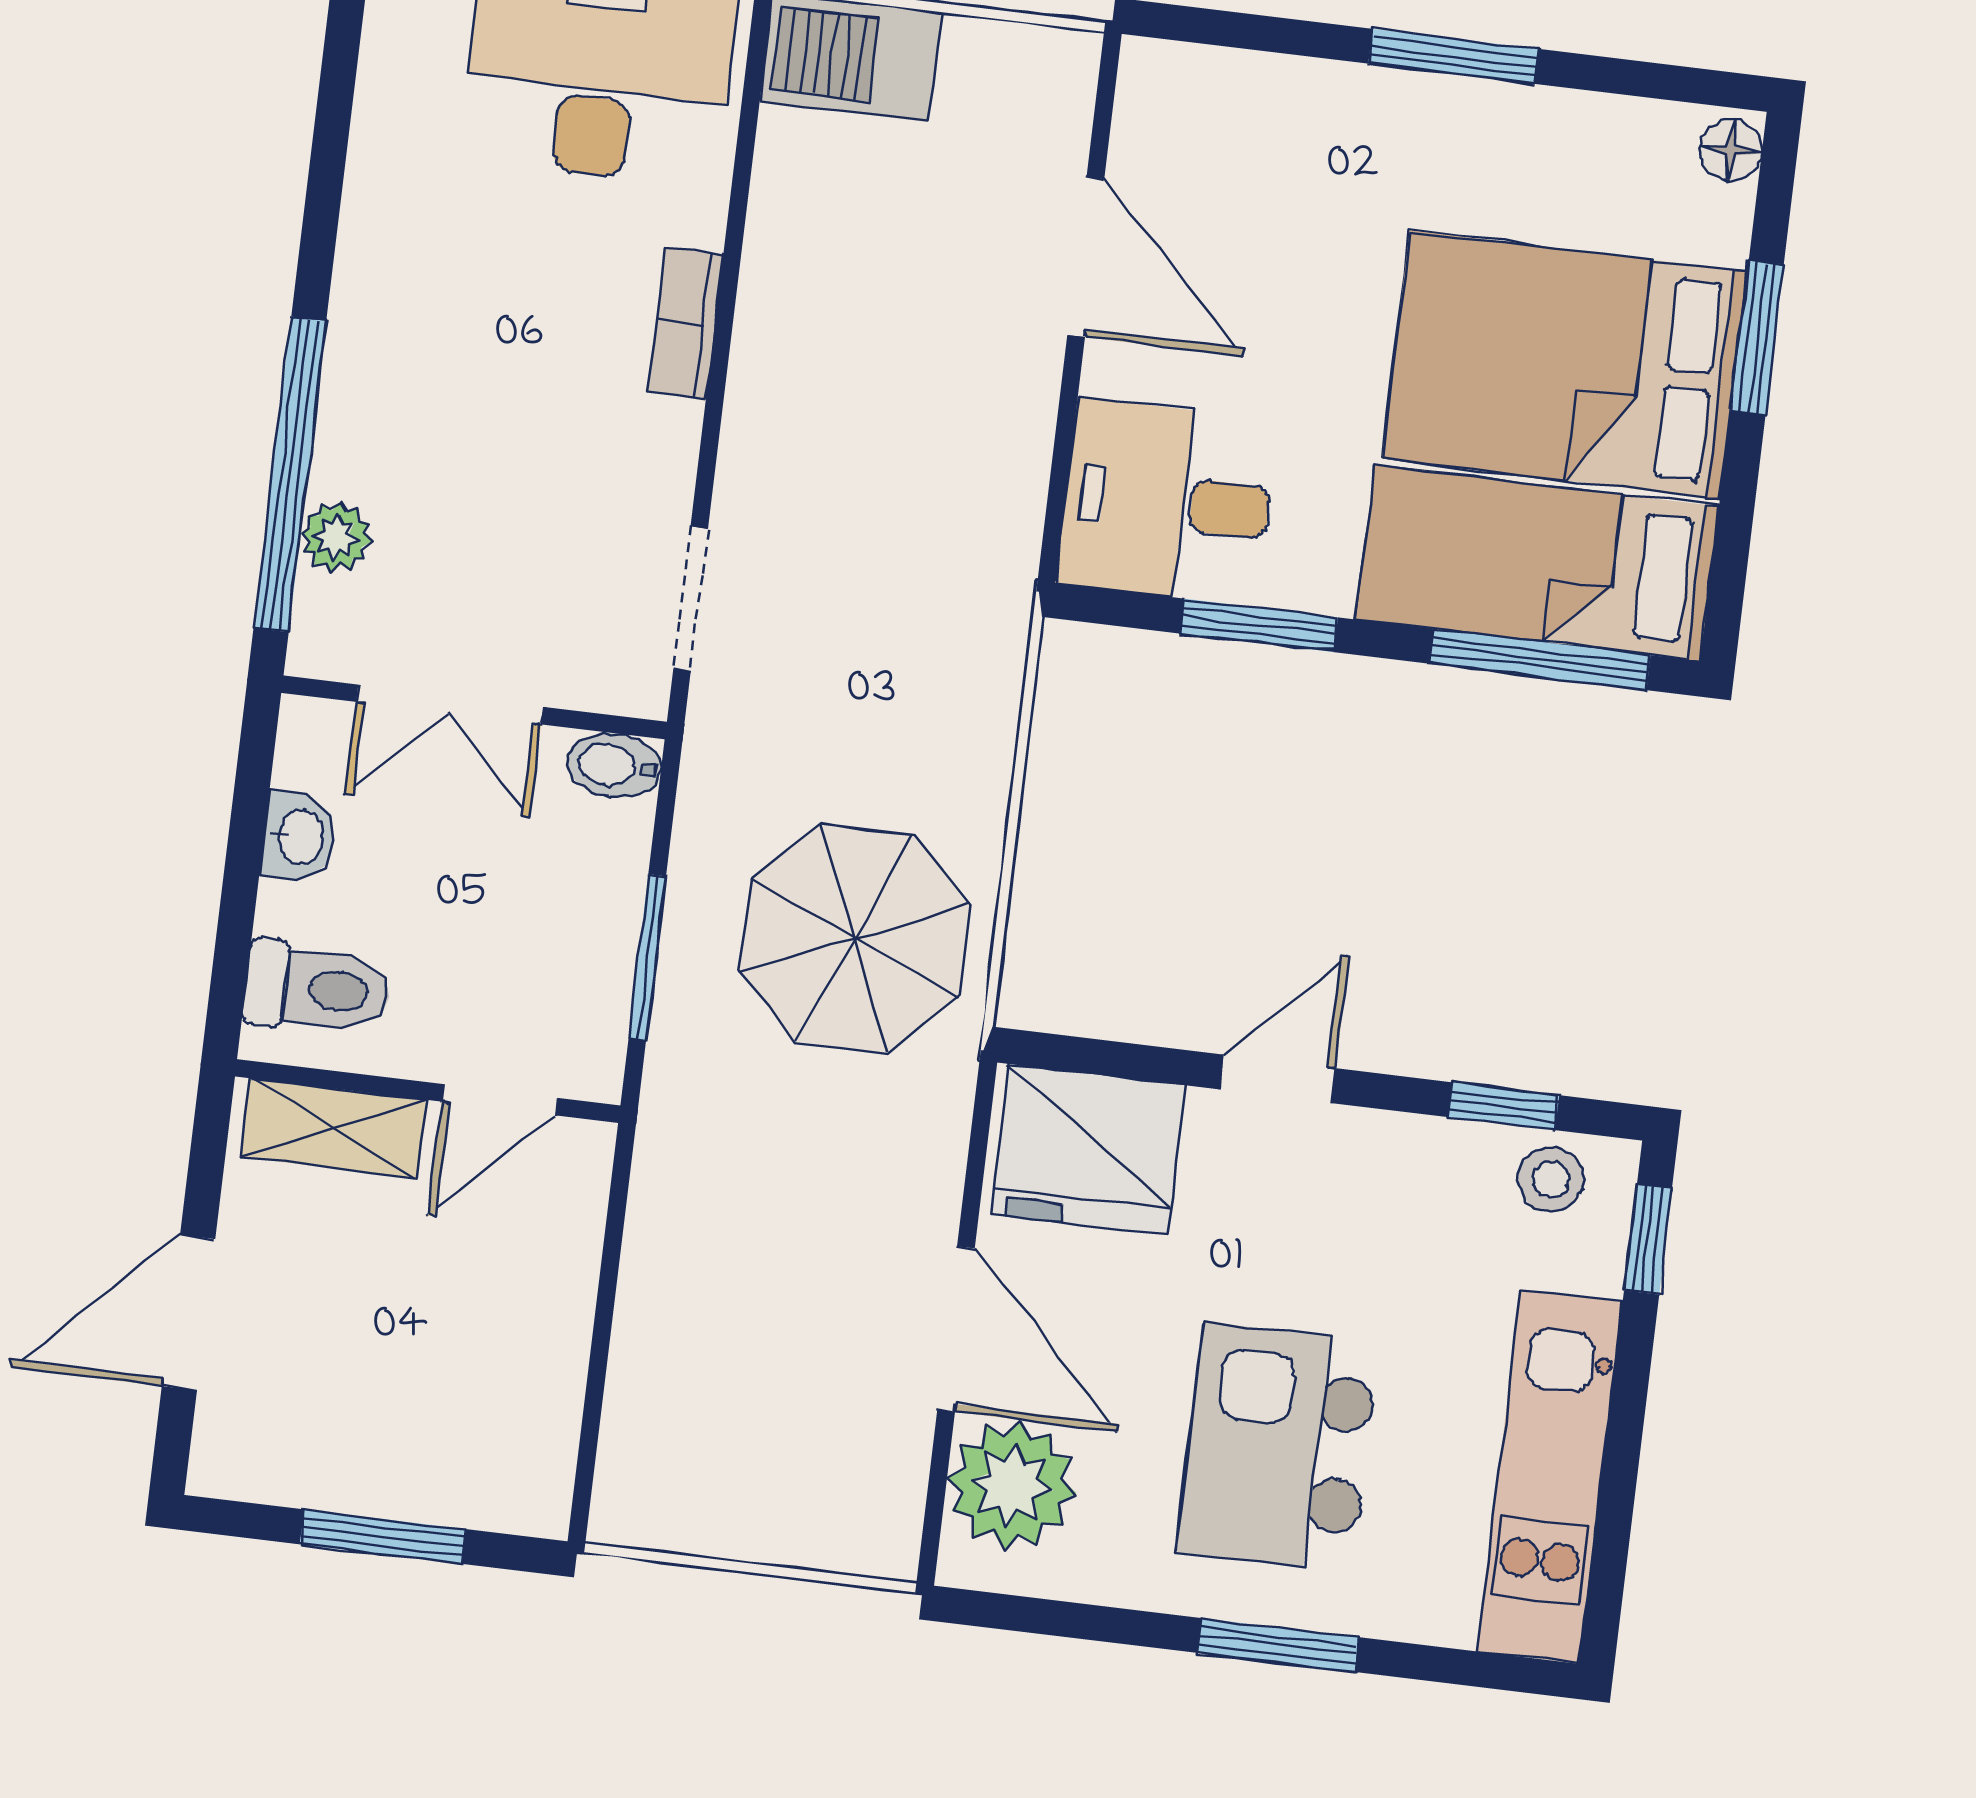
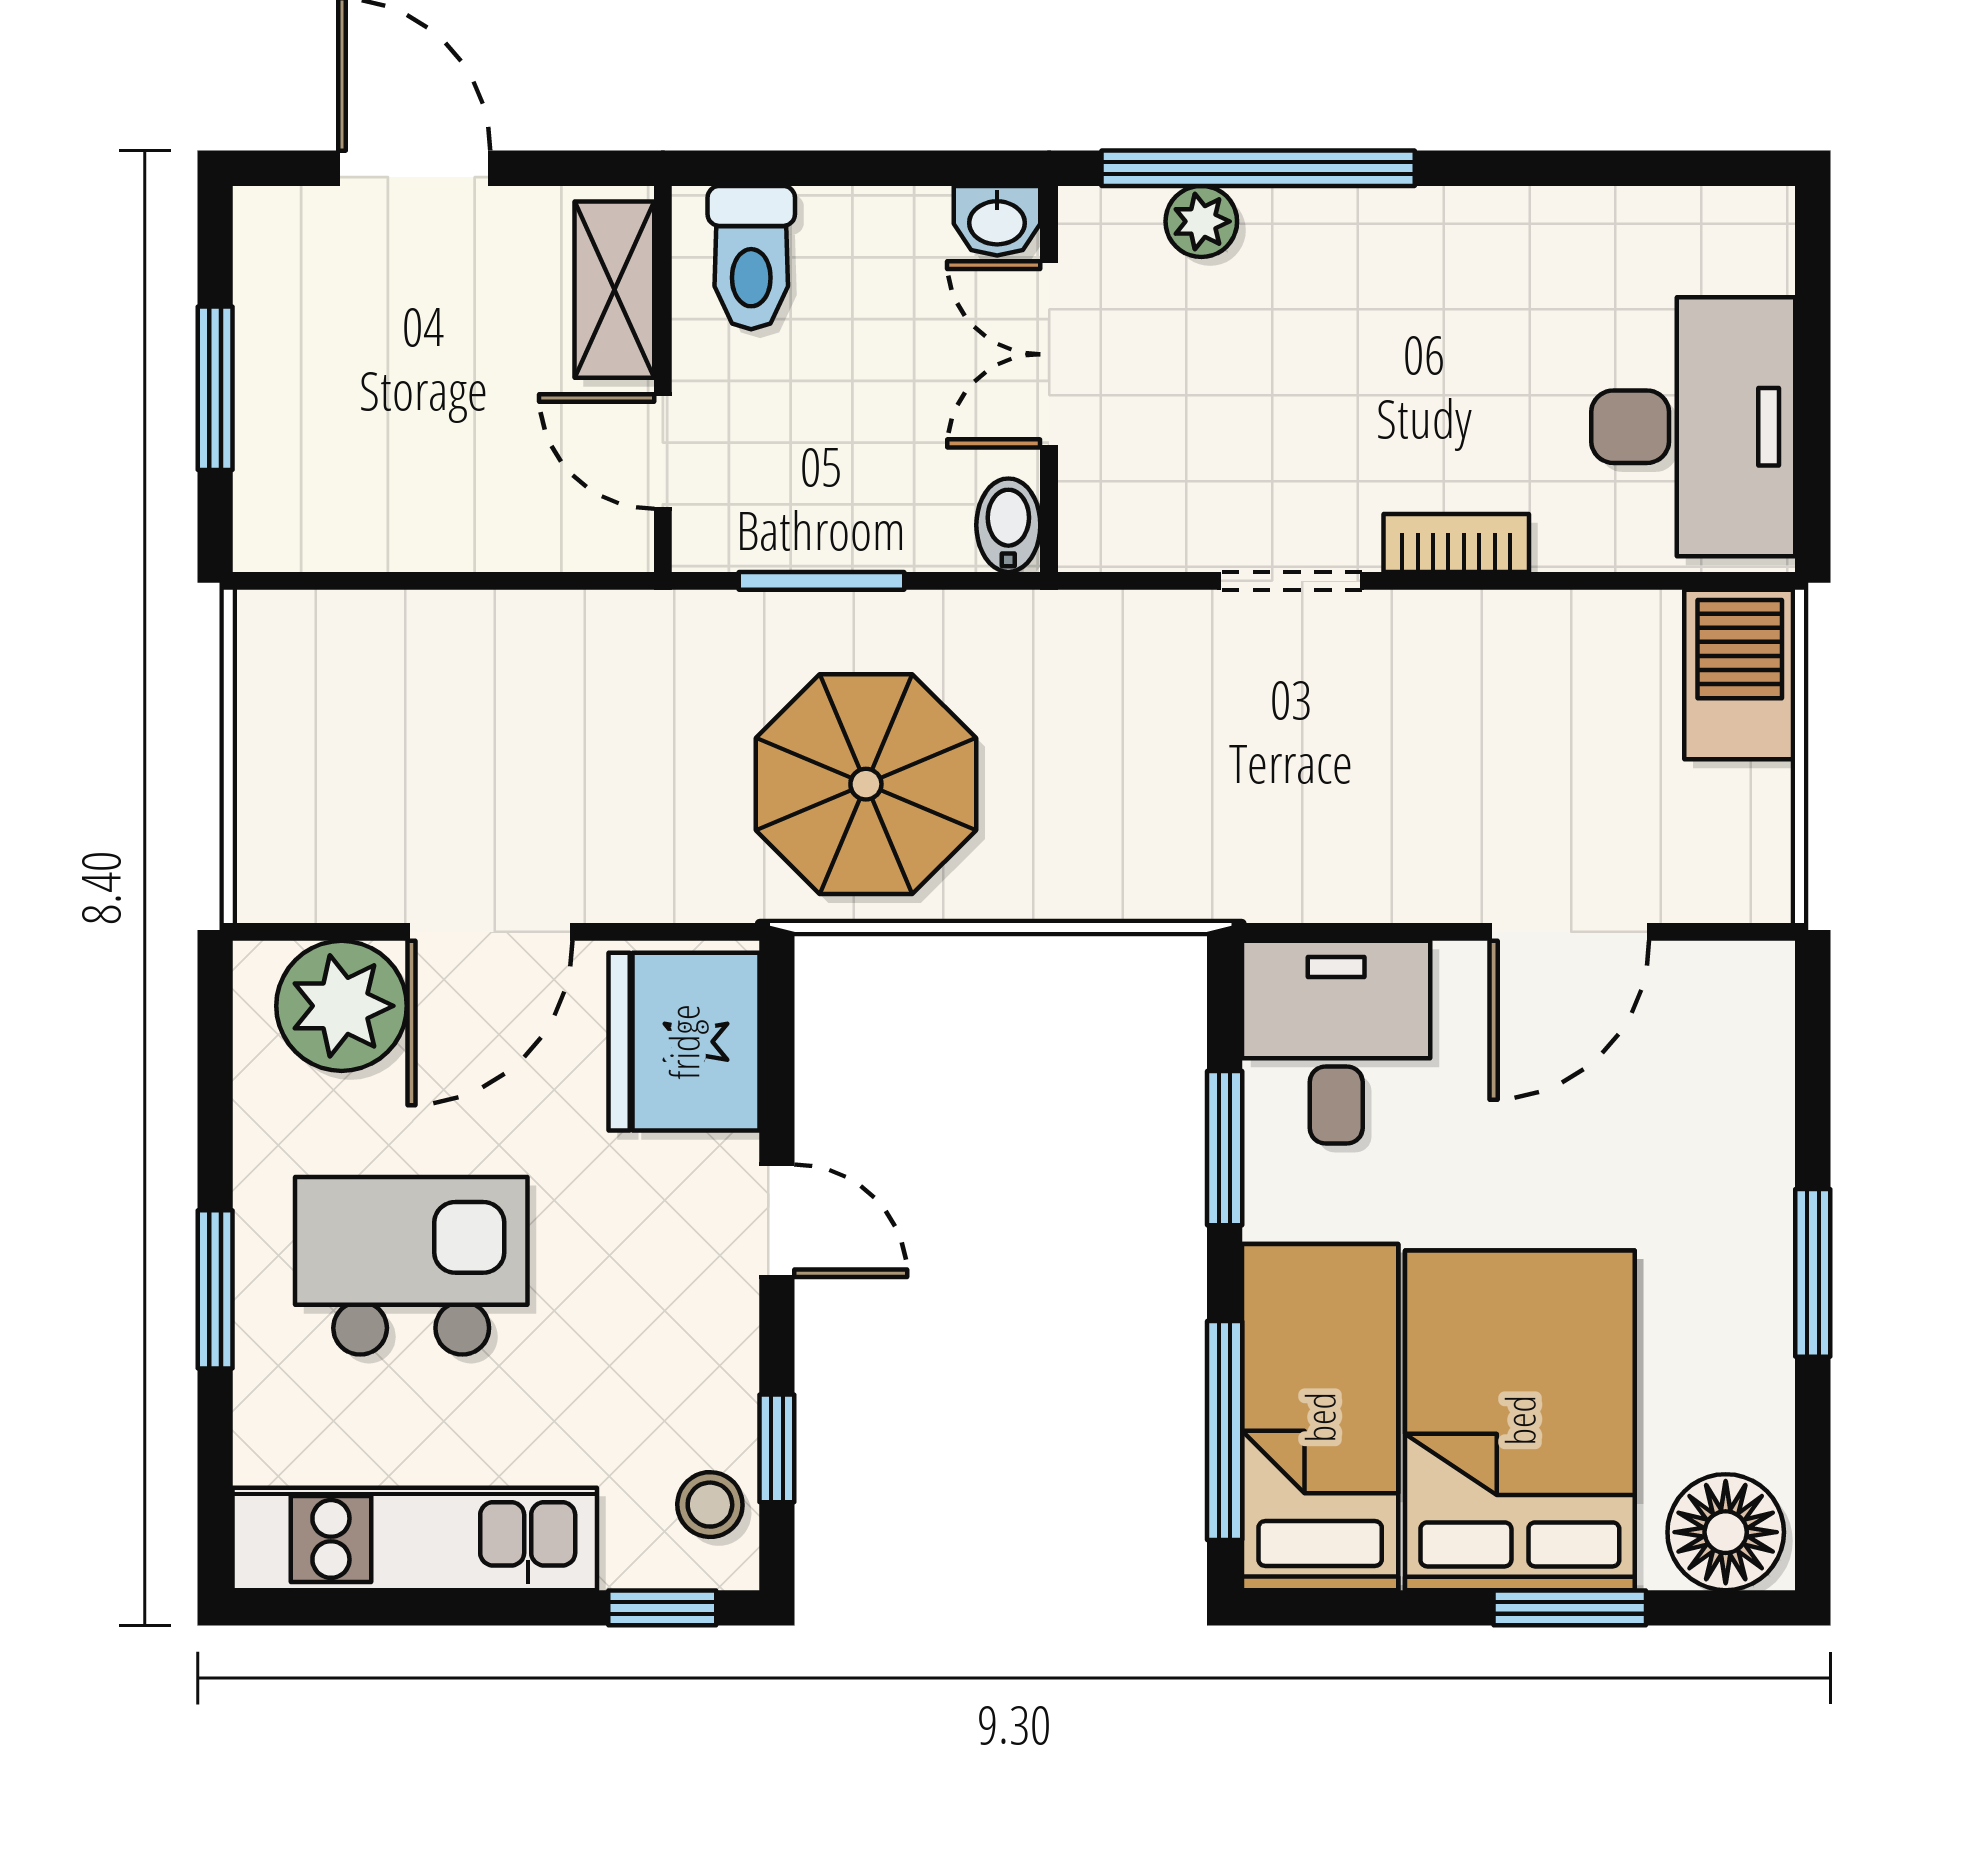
floor lamp: (1731, 150) -> (1726, 1532), width x1.89, depth x1.89
doorway: (691, 599) -> (1291, 581), moved
washbasin: (299, 837) -> (997, 221), moved

